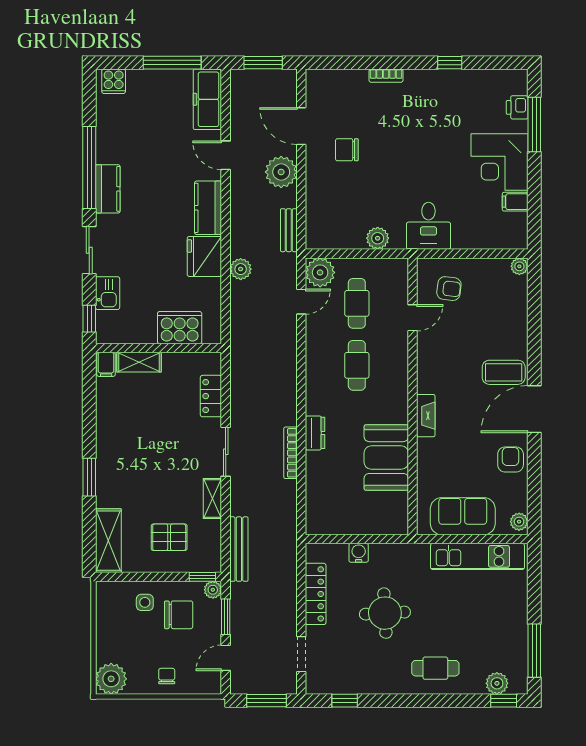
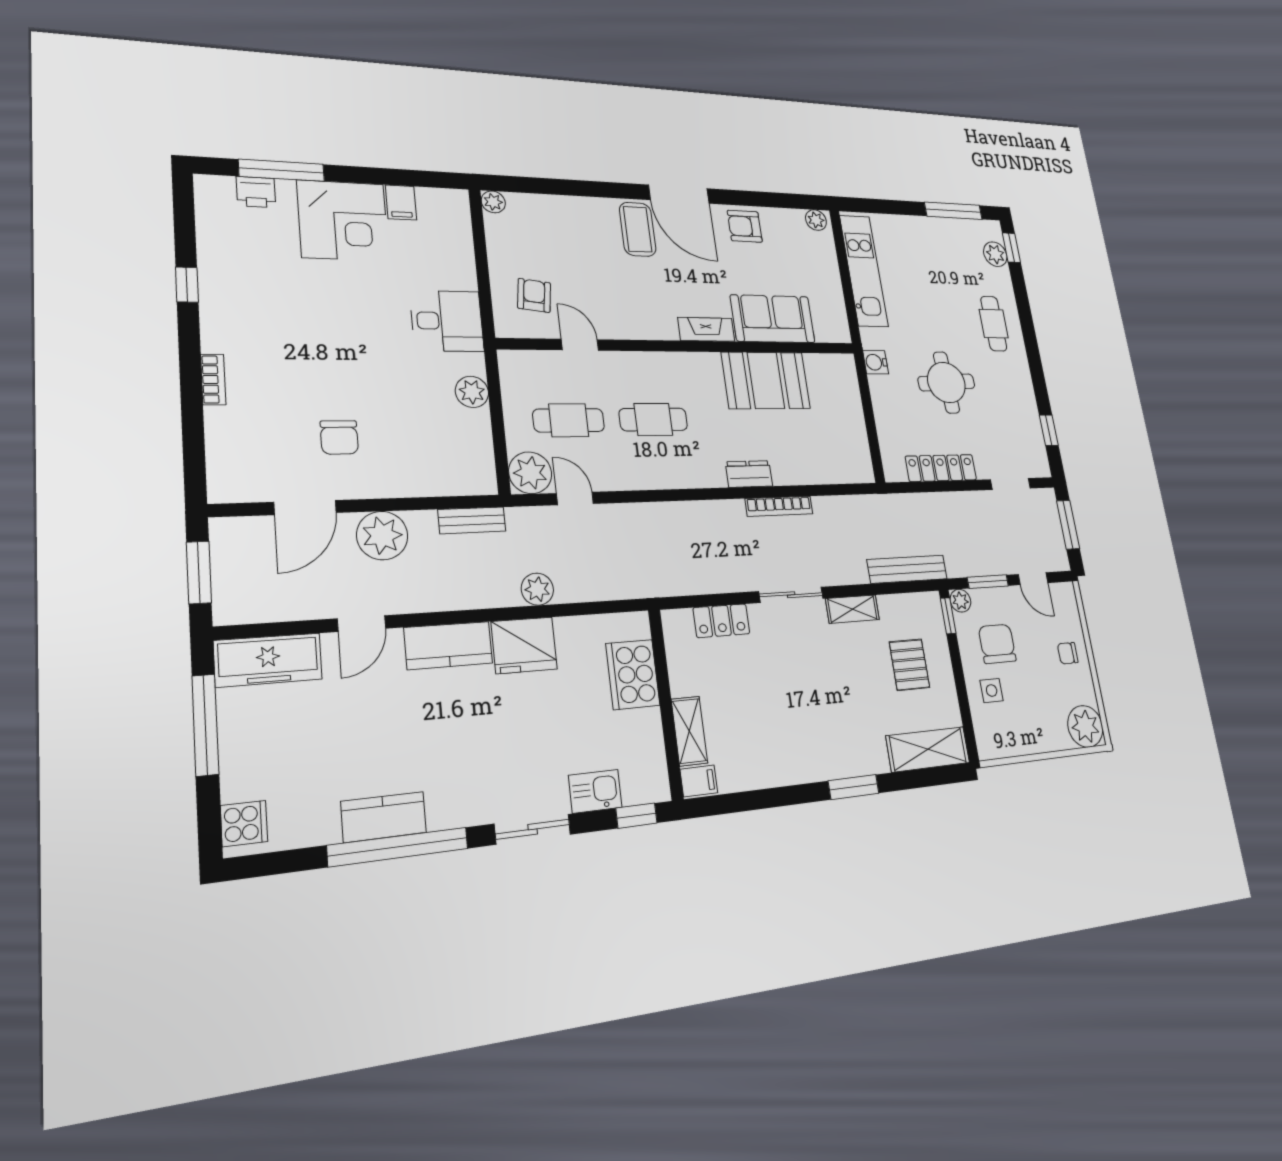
kitchen counter: (108, 189) -> (384, 817), moved
sofa: (463, 516) -> (773, 319), moved, turned 90
water cooler: (359, 553) -> (876, 362), moved

